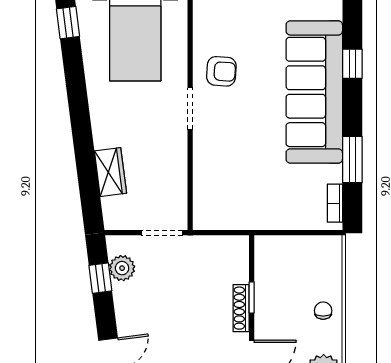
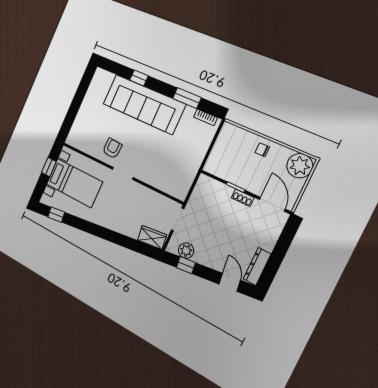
wardrobe: (110, 172) -> (152, 237), moved
shoe rack: (241, 308) -> (243, 198), width x0.70

